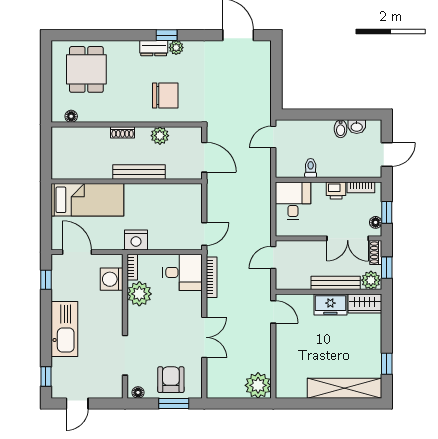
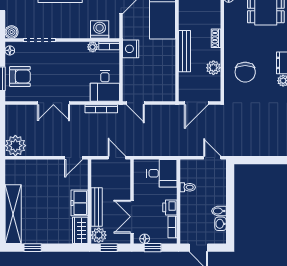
shoe rack: (376, 253) -> (121, 239), removed
plant: (139, 294) -> (93, 47), width x0.53, depth x0.53
boiler: (115, 390) -> (12, 32), added

